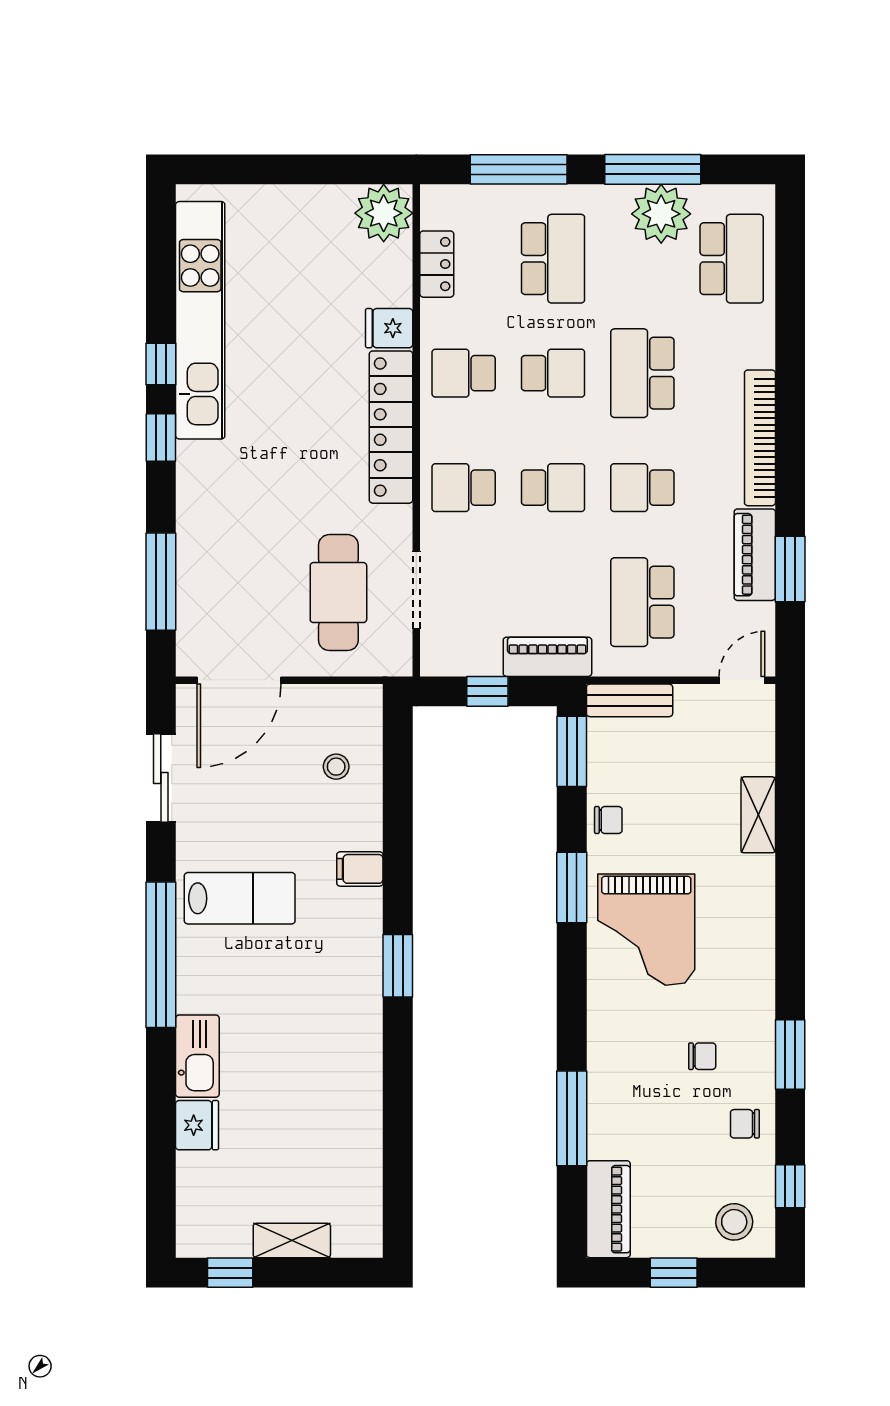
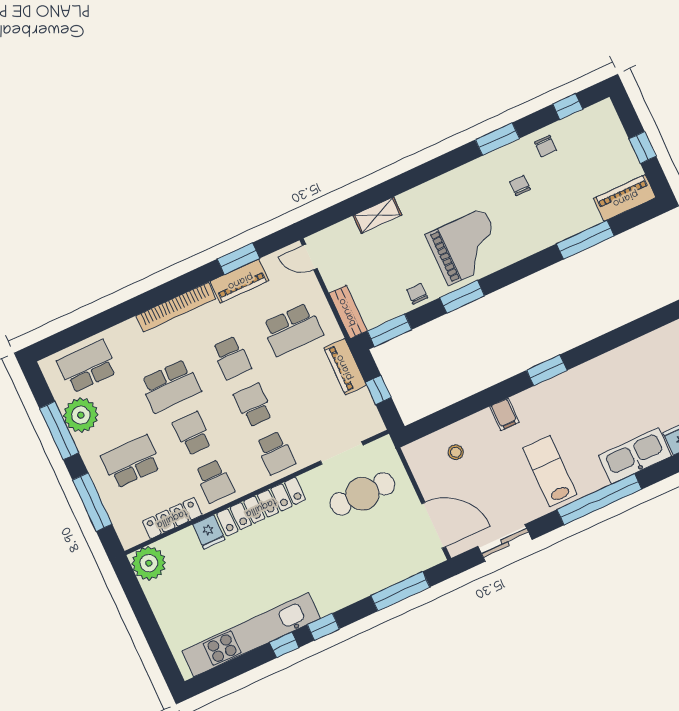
locker: (437, 264) -> (172, 518), width x1.53
kitchen sink: (197, 1056) -> (635, 456), width x1.36, depth x1.24
stool: (734, 1222) -> (600, 128), removed

